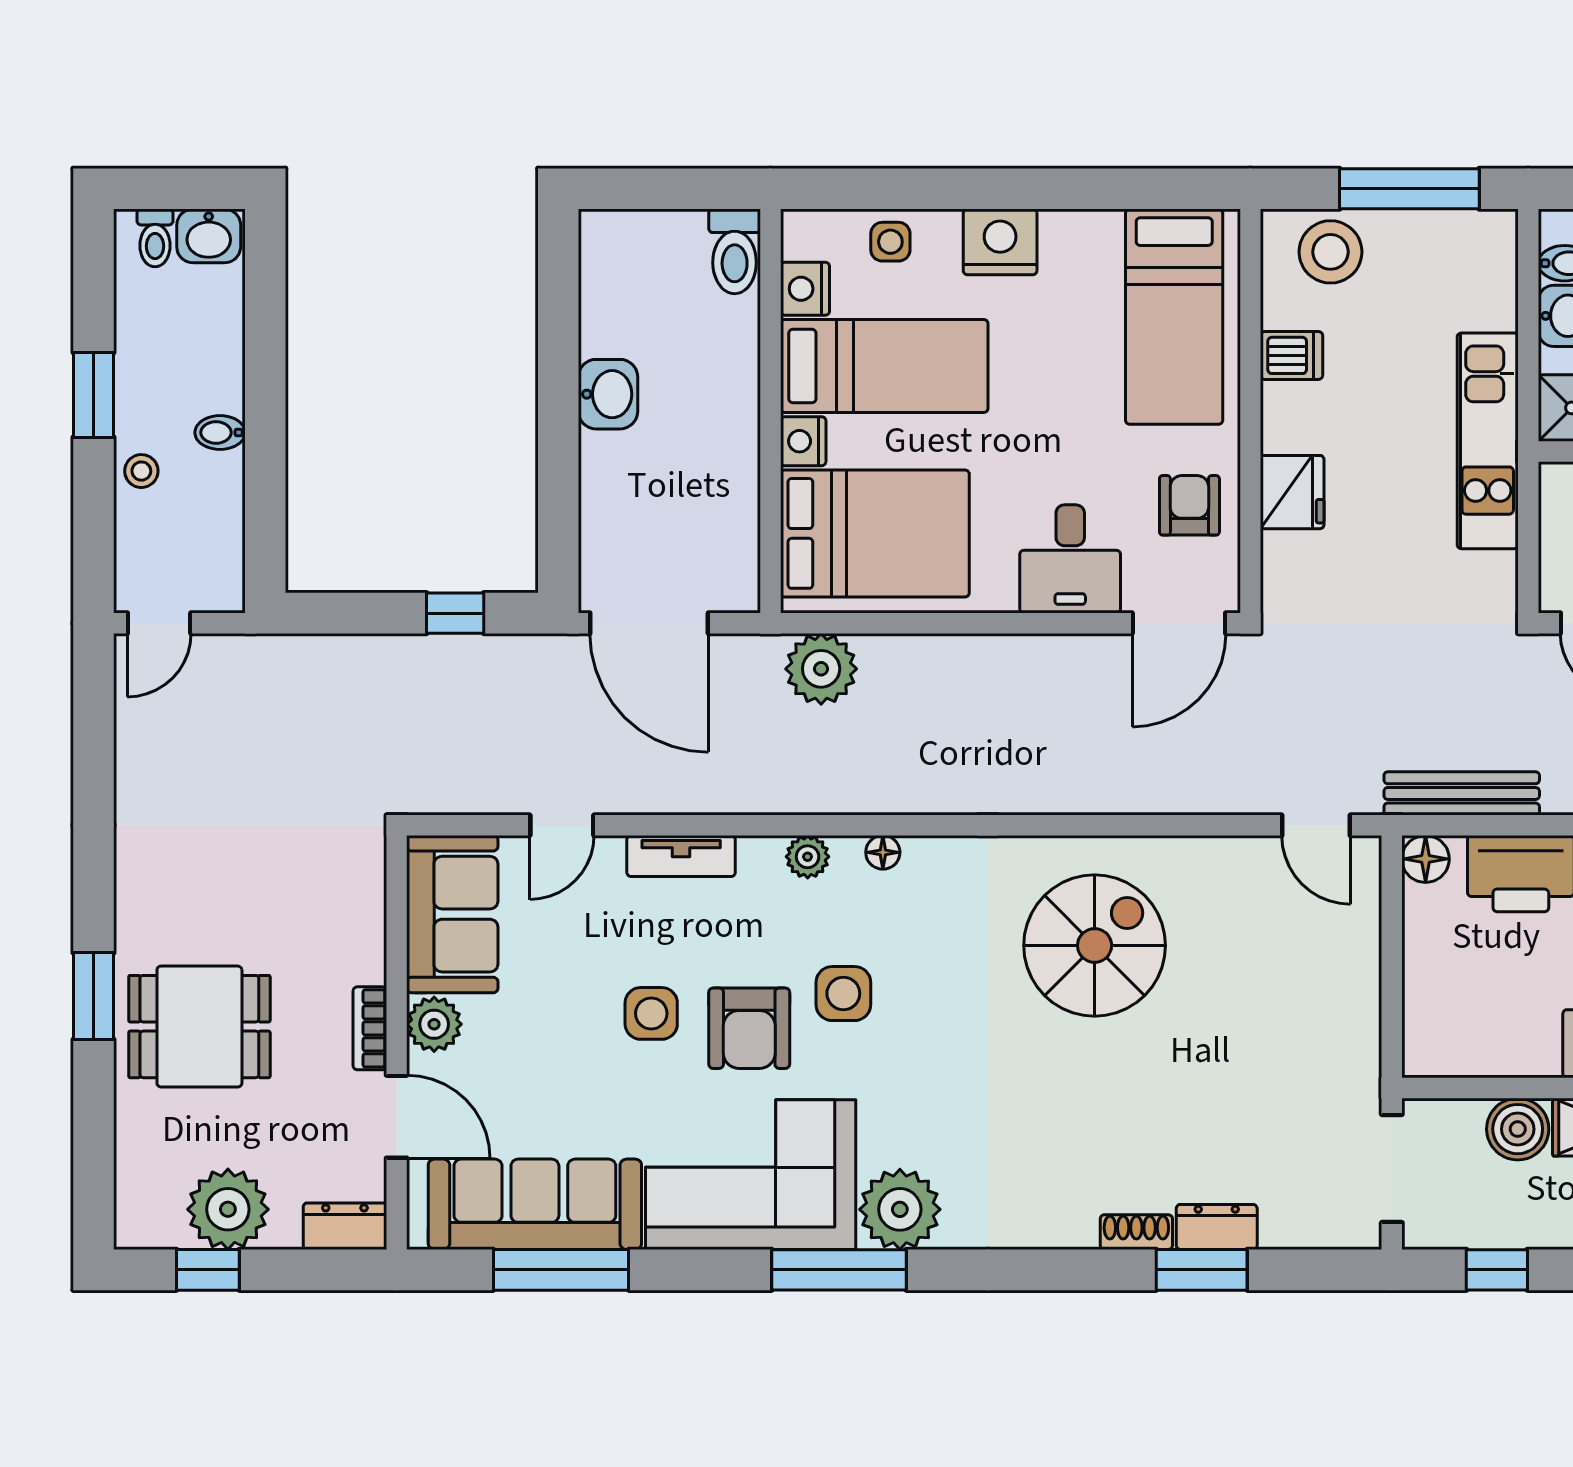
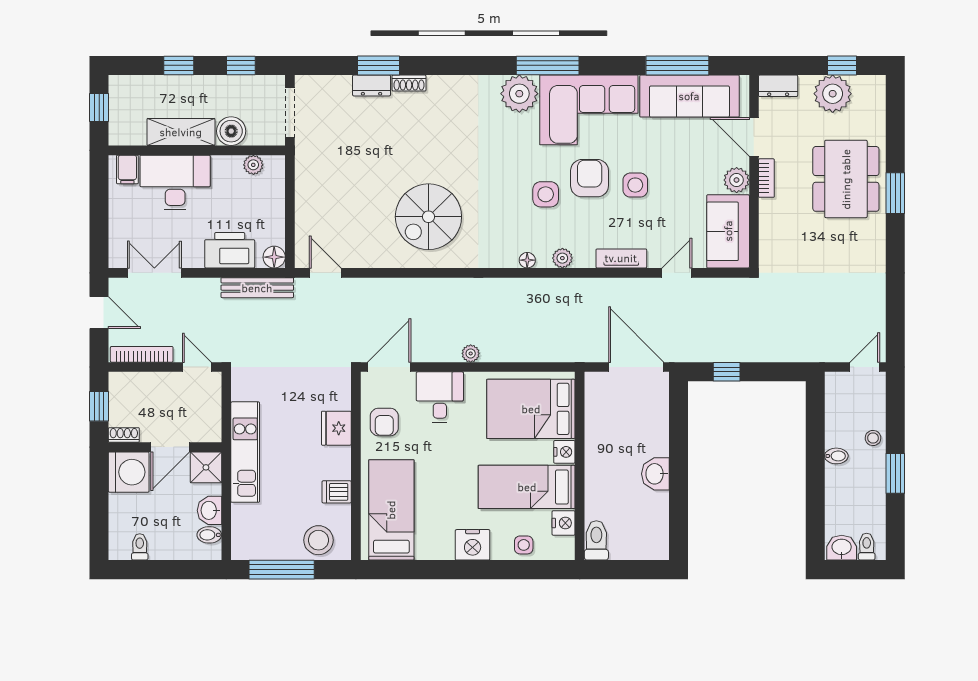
plant: (821, 669) -> (471, 353), moved, width x0.53, depth x0.53
dining table: (199, 1027) -> (846, 179), width x1.38
plant: (1470, 1057) -> (253, 165), added

